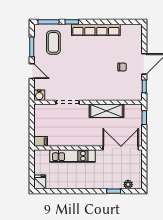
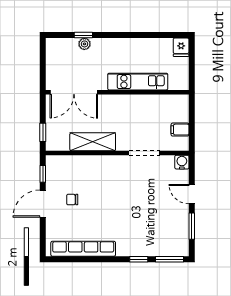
row of seats: (96, 30) -> (83, 249), moved
coffee table: (53, 42) -> (163, 232), removed
filing cabinet: (41, 141) -> (180, 130), moved
plant: (128, 184) -> (84, 44), moved

